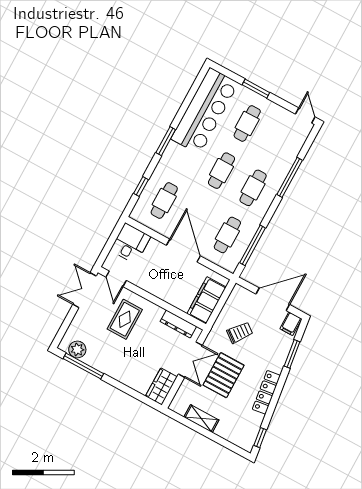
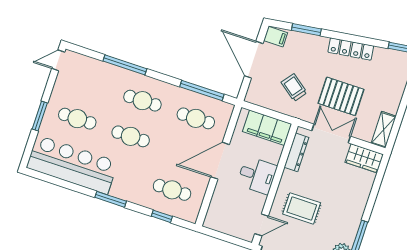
desk: (130, 243) -> (257, 175), moved, turned 180
shelving: (201, 419) -> (384, 130), moved

